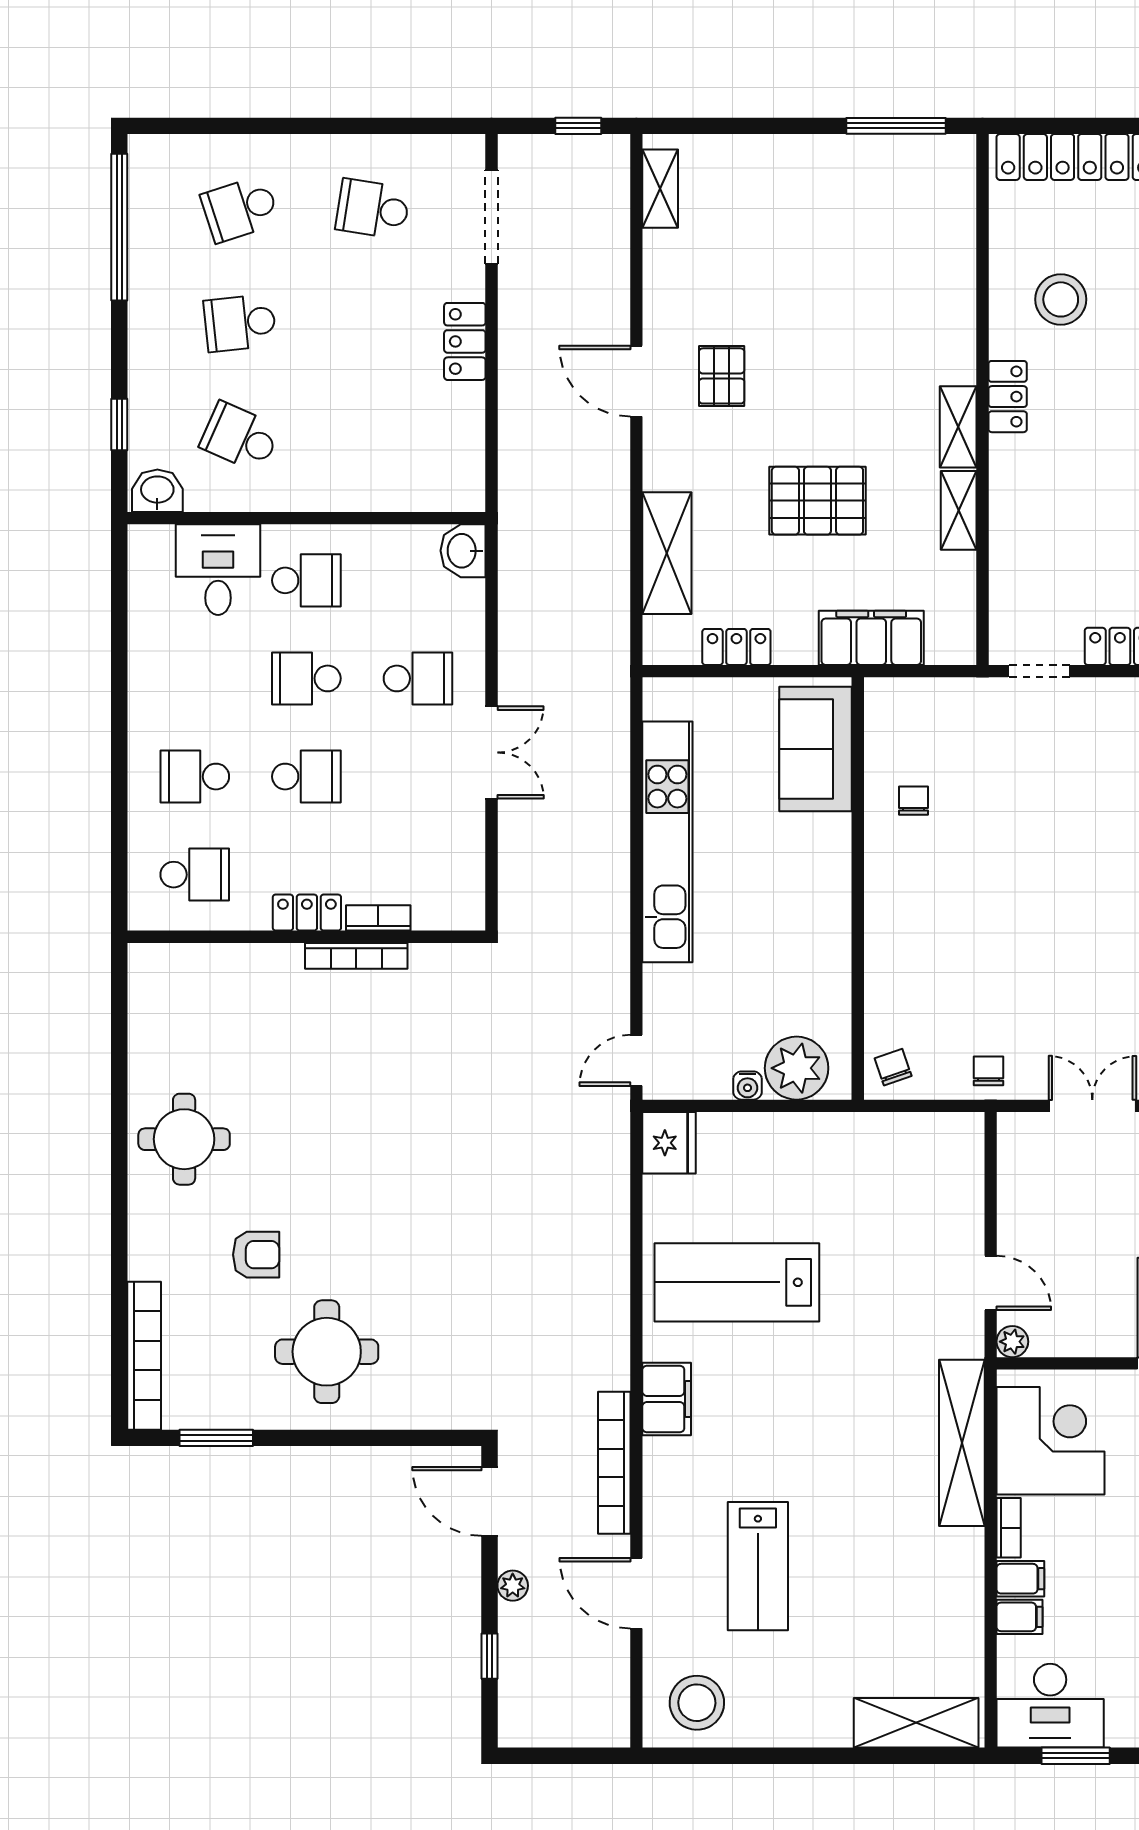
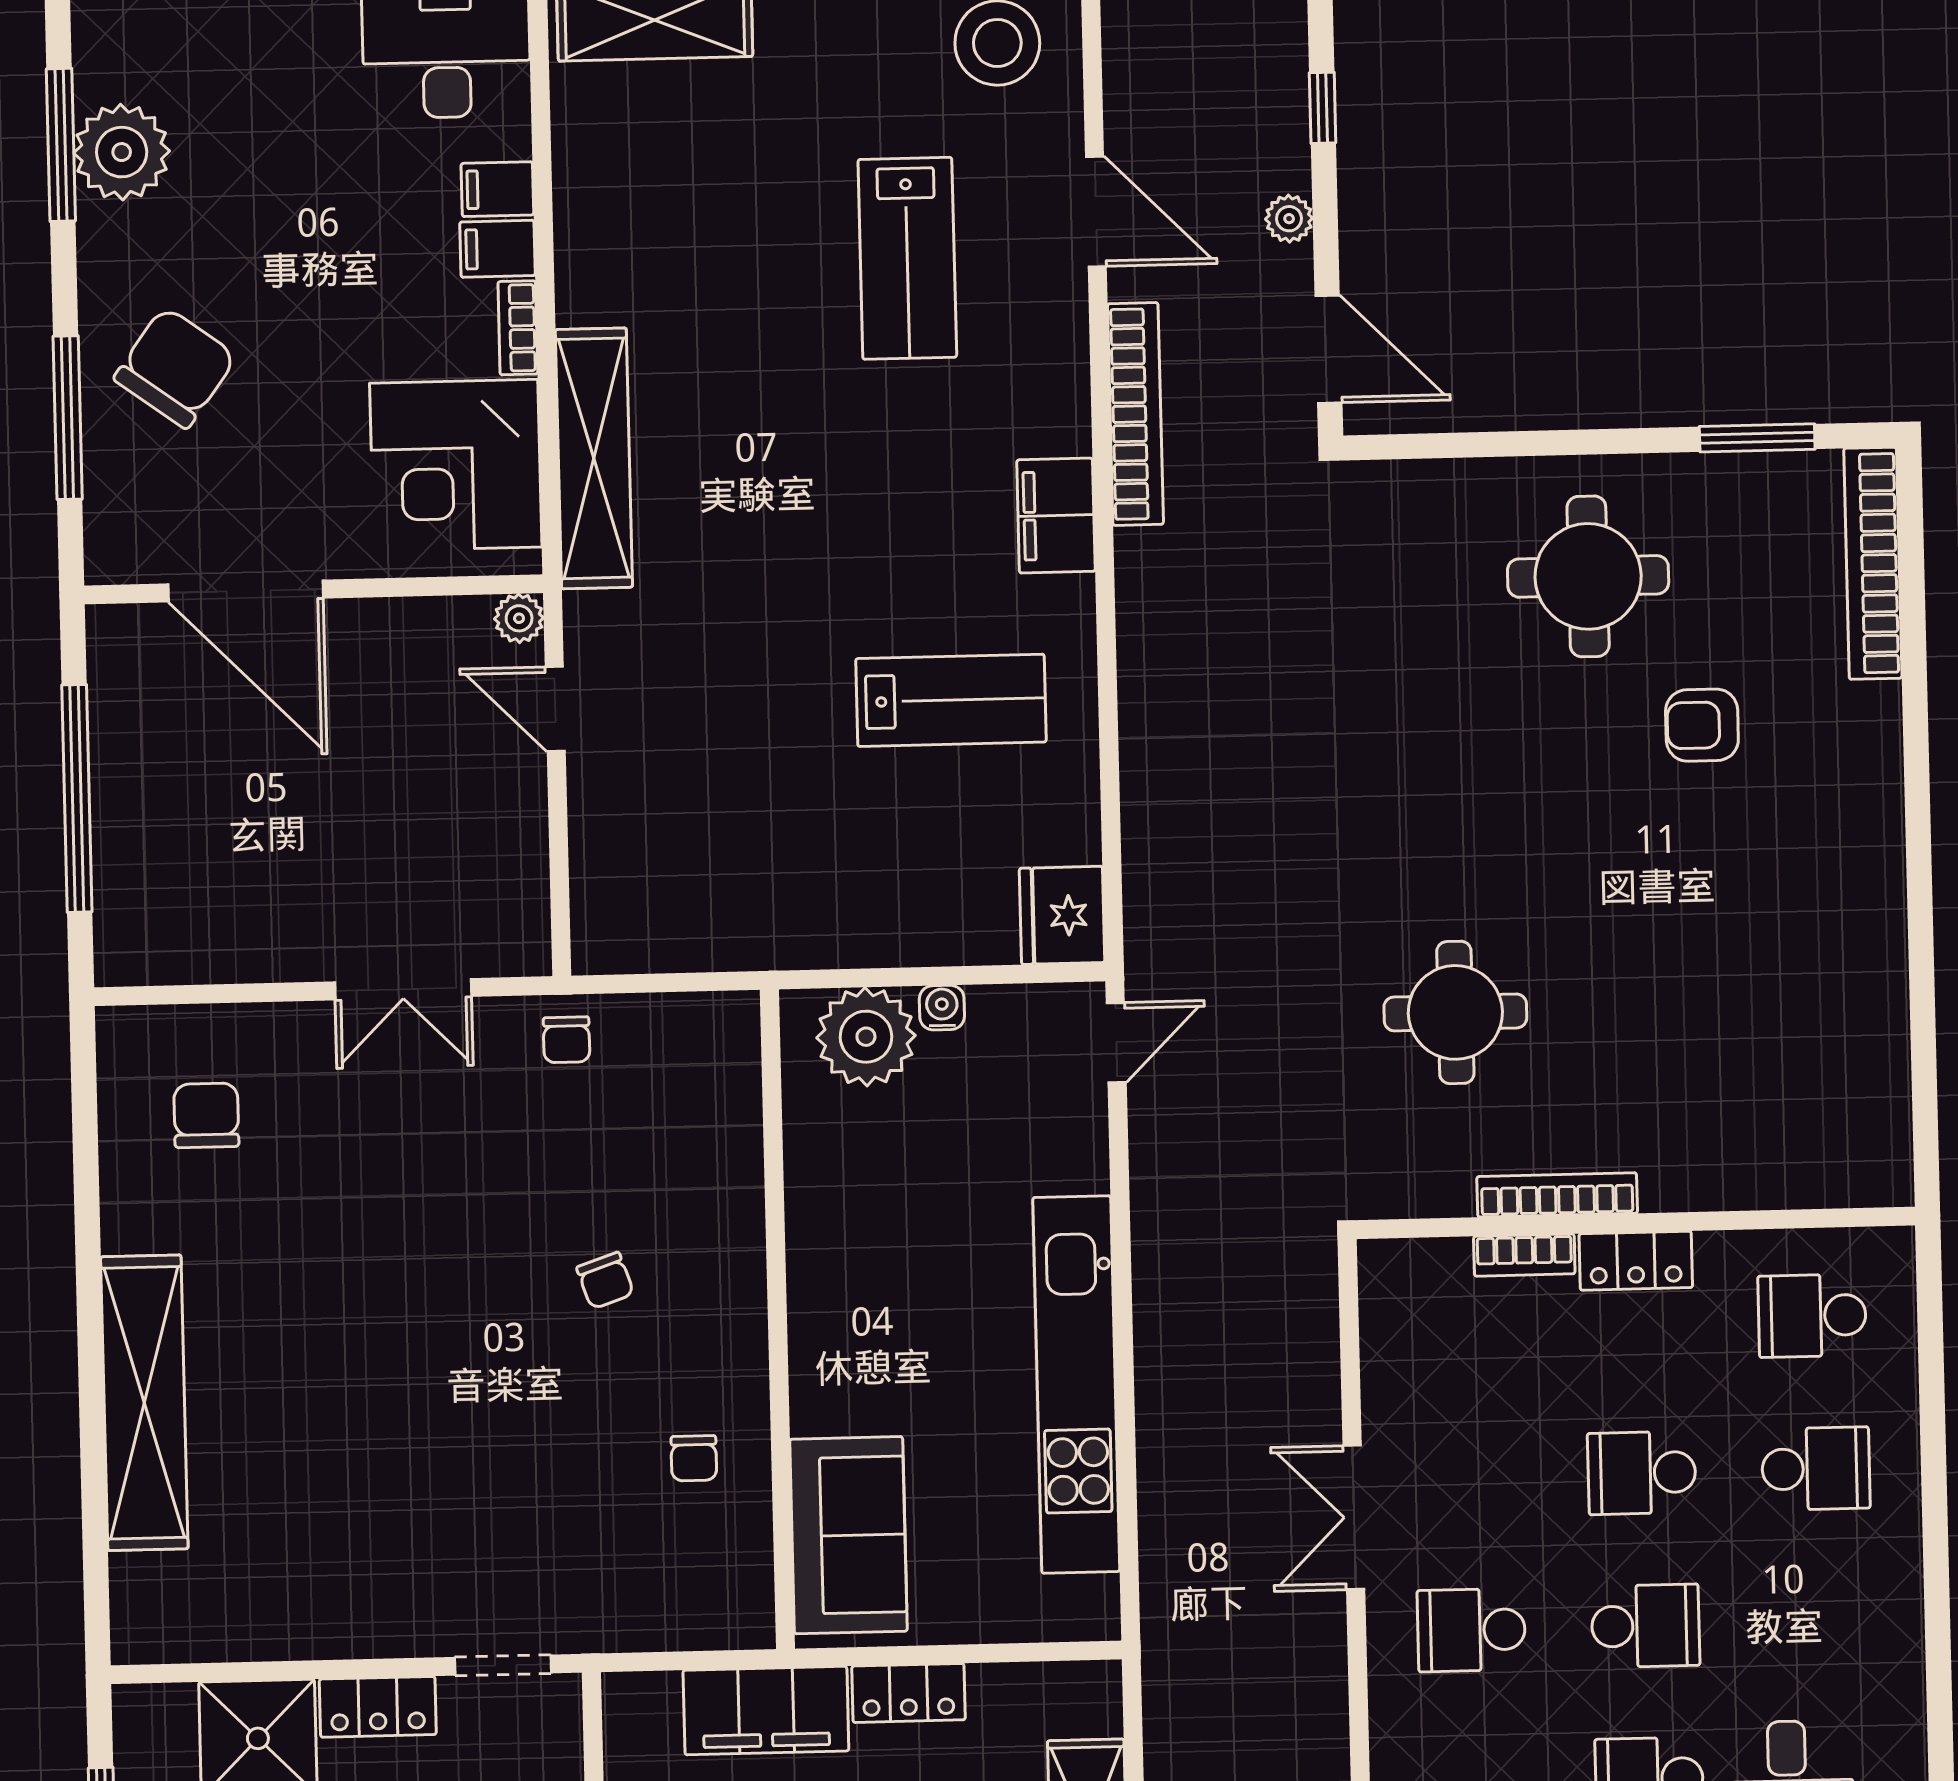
locker: (736, 647) -> (908, 1693), moved
chair: (893, 1067) -> (605, 1281), moved
round table: (184, 1139) -> (1455, 1012), moved
lab bench: (737, 1282) -> (951, 700), width x0.73, depth x0.72
lab bench: (758, 1566) -> (907, 258), turned 180

